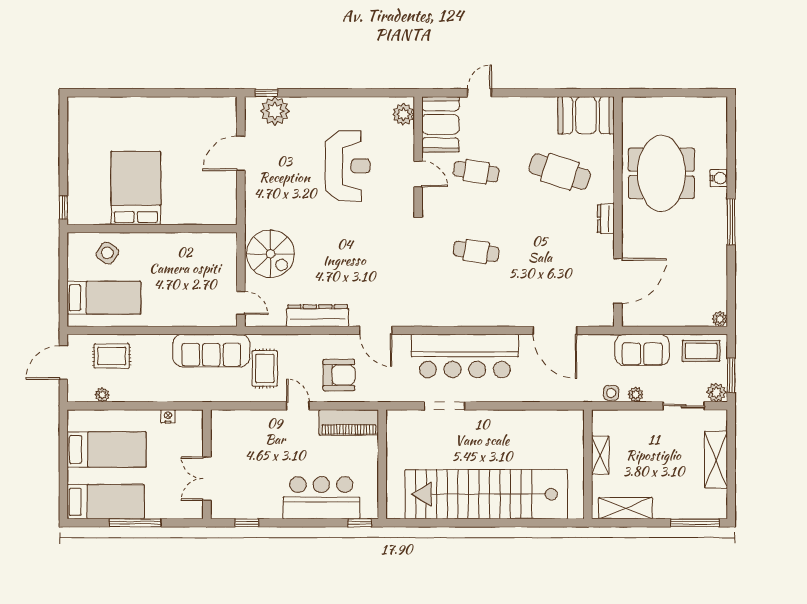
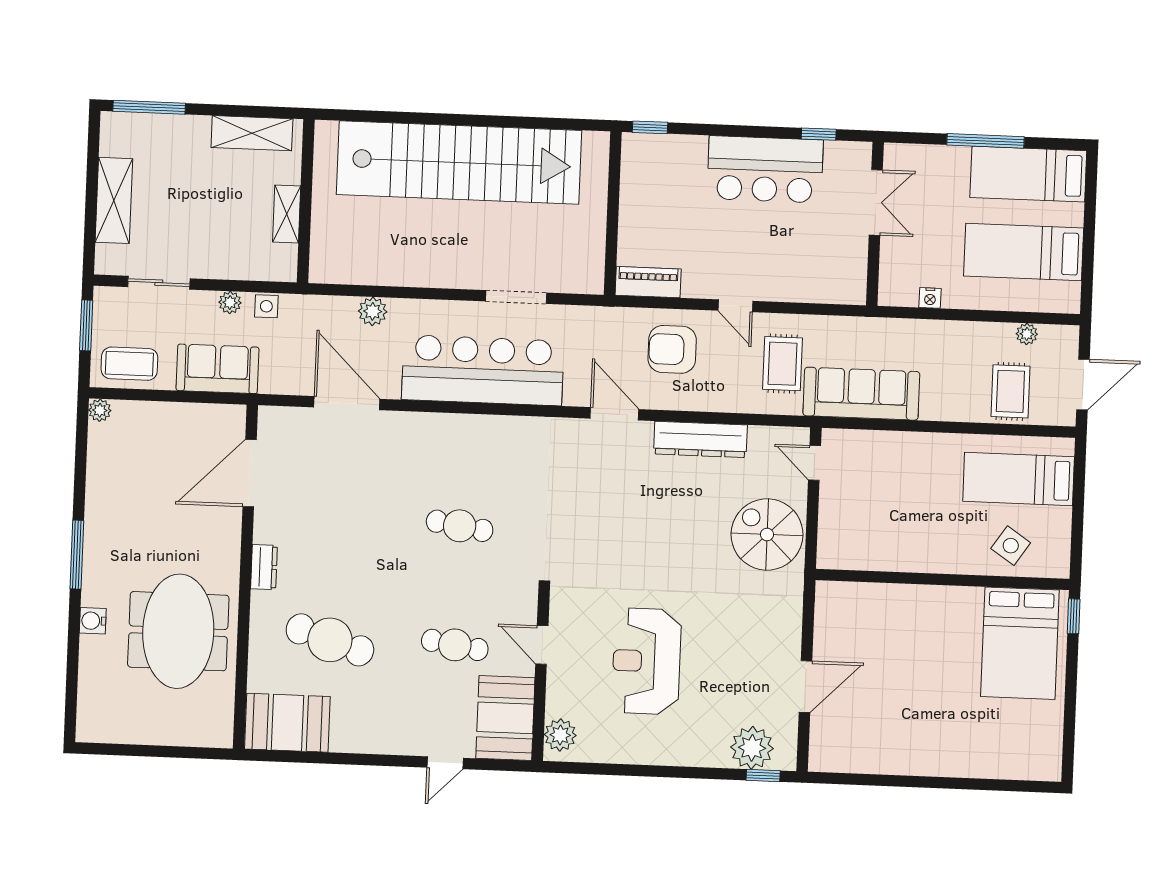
bed: (136, 188) -> (1020, 643), moved
rug: (112, 356) -> (1010, 391), turned 90
plant: (716, 392) -> (373, 311), moved
piano: (349, 422) -> (648, 282), width x0.73, depth x0.75
bar counter: (321, 498) -> (765, 169), moved

